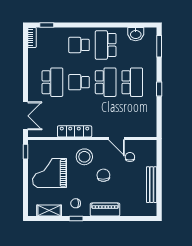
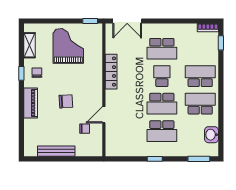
school desk: (79, 45) -> (200, 76), width x1.85
stool: (84, 157) -> (85, 82), removed

